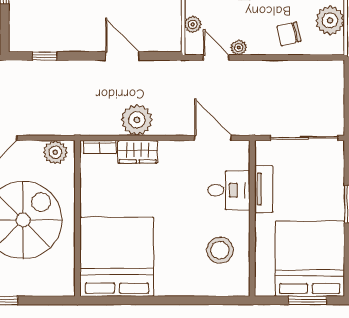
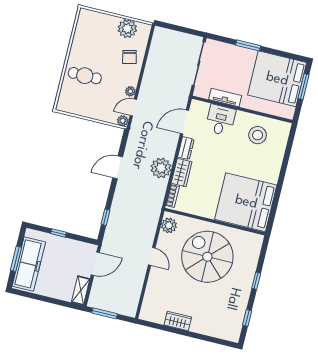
plant: (193, 24) -> (123, 121), moved
dresser: (175, 149) -> (186, 148), added

